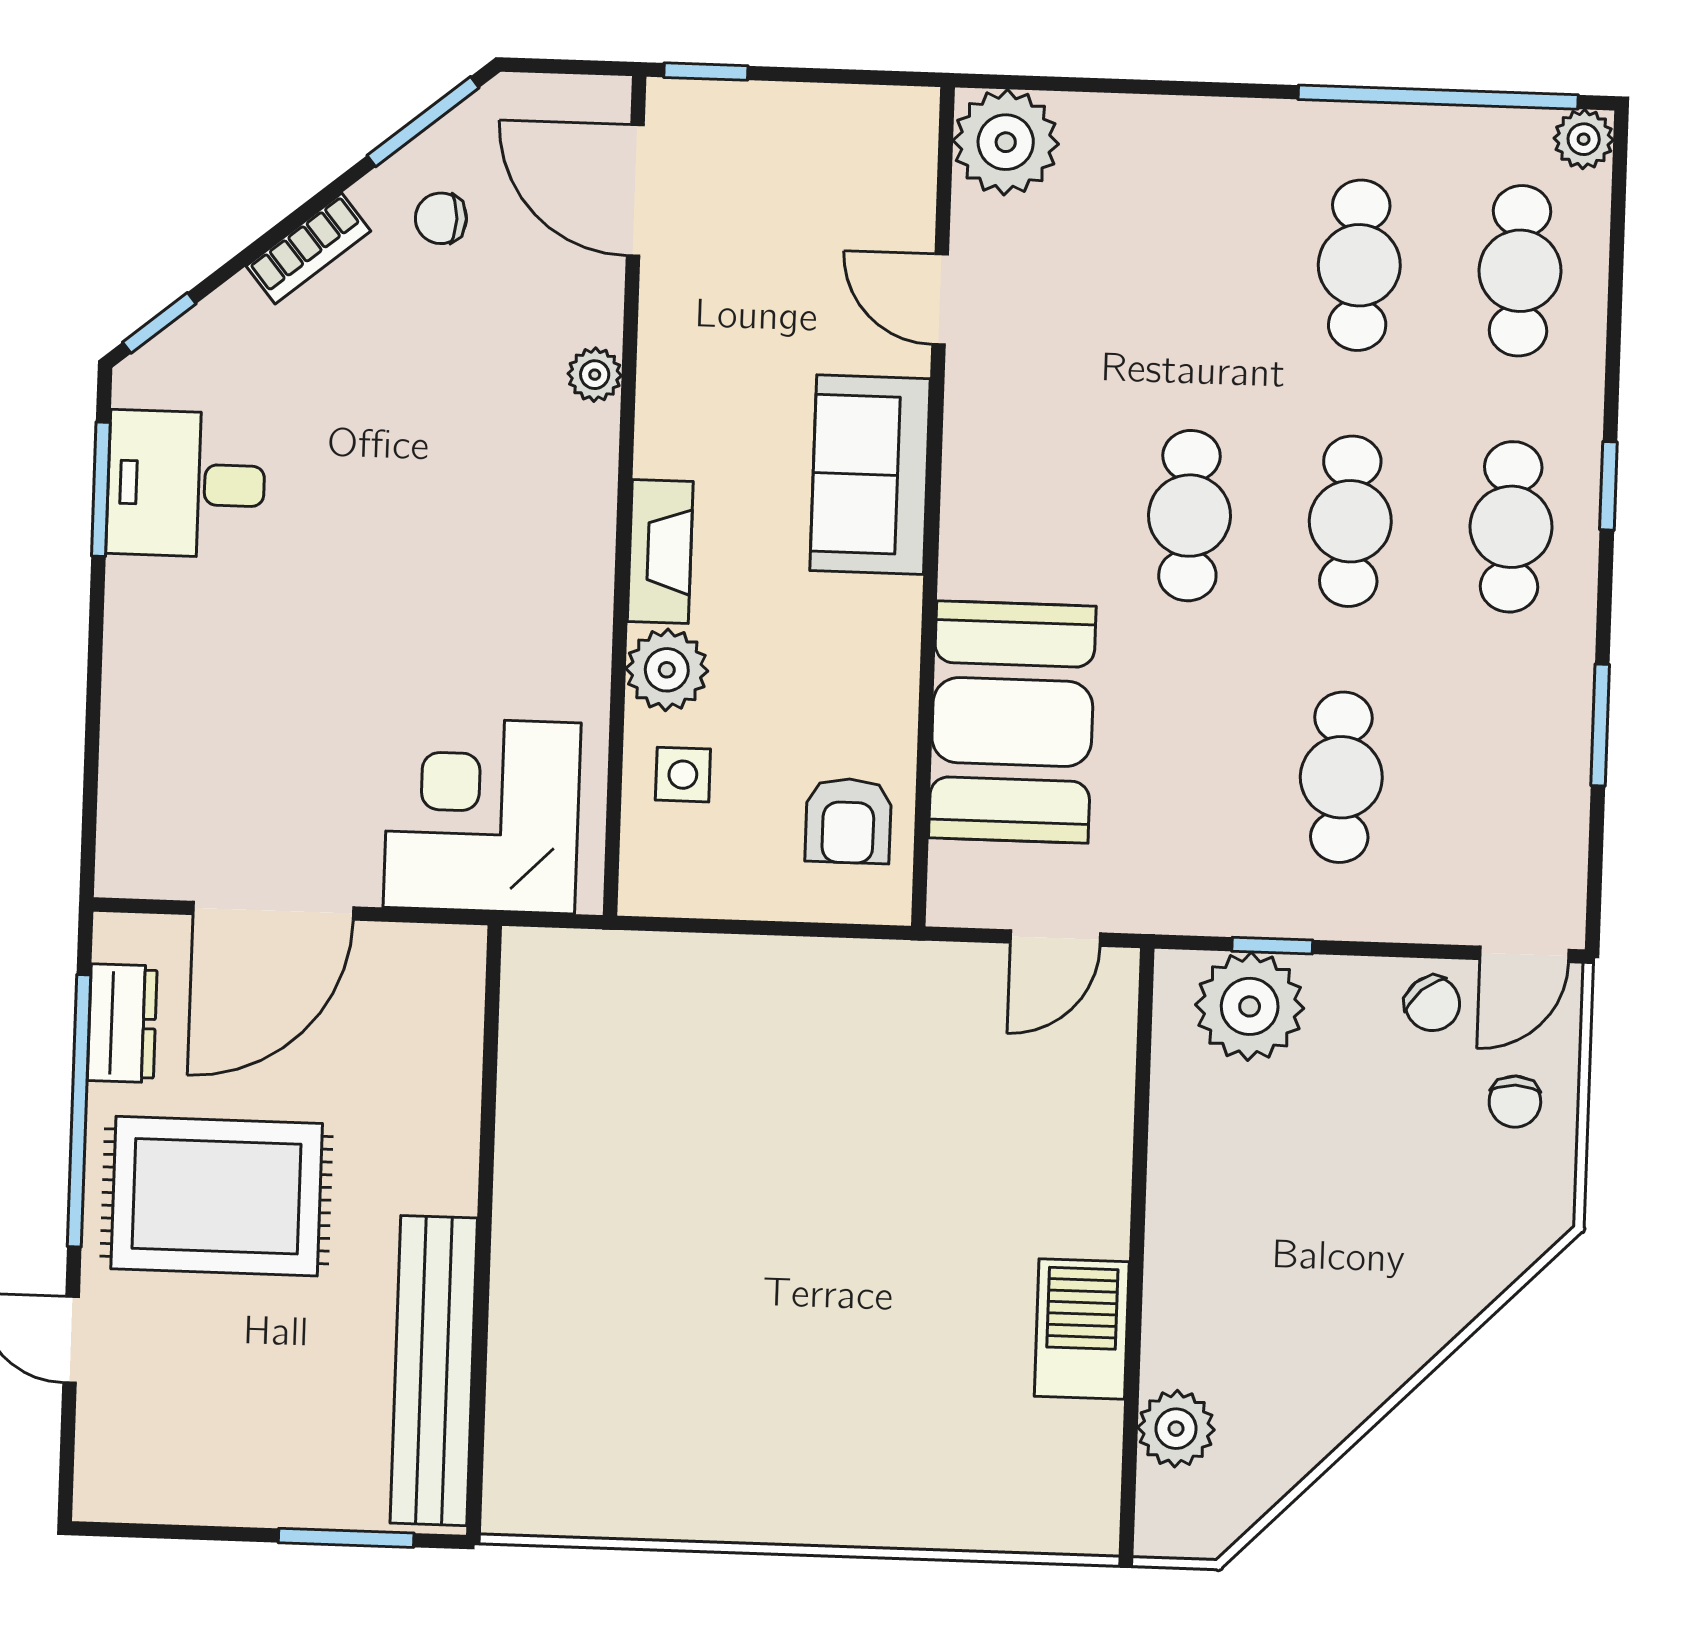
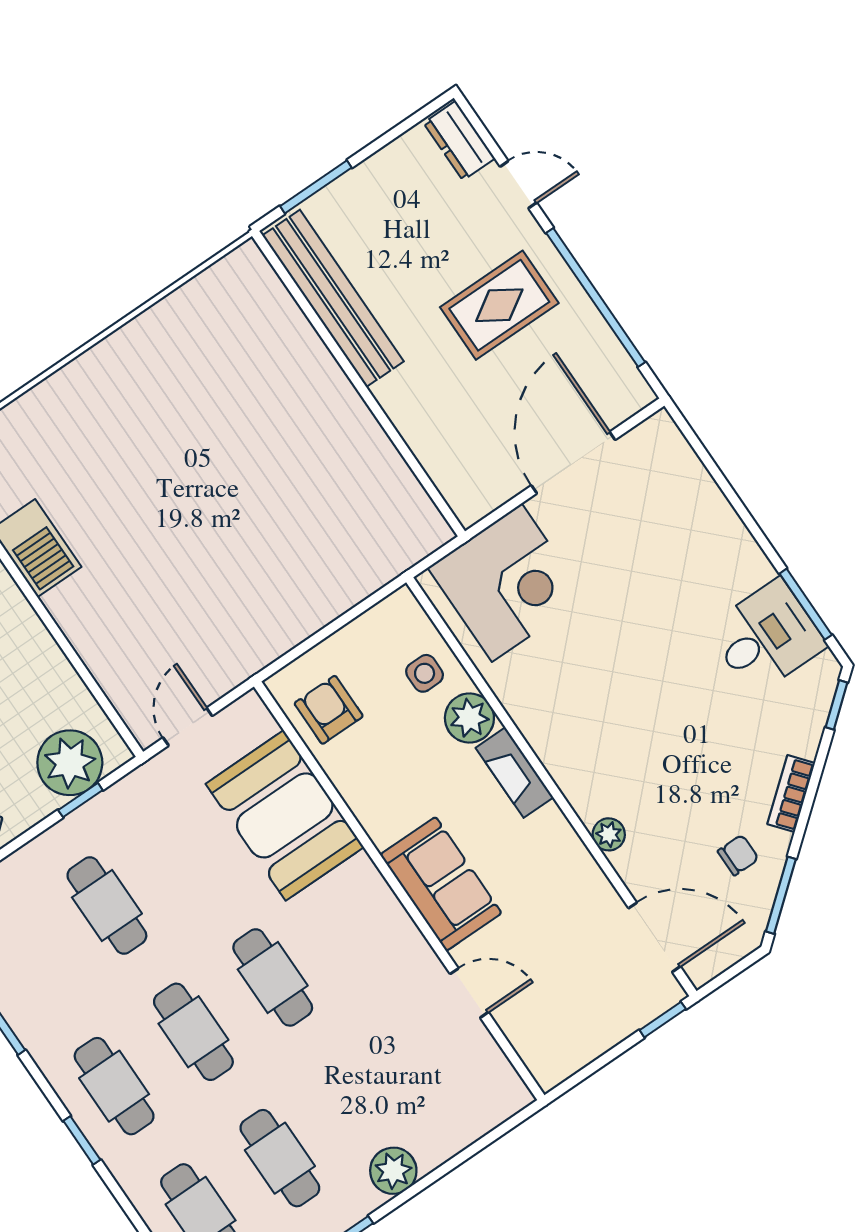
plant: (1006, 142) -> (393, 1171), moved, width x0.73, depth x0.73
dresser: (122, 1023) -> (459, 141), moved
rug: (217, 1196) -> (499, 305), width x0.73, depth x0.70

